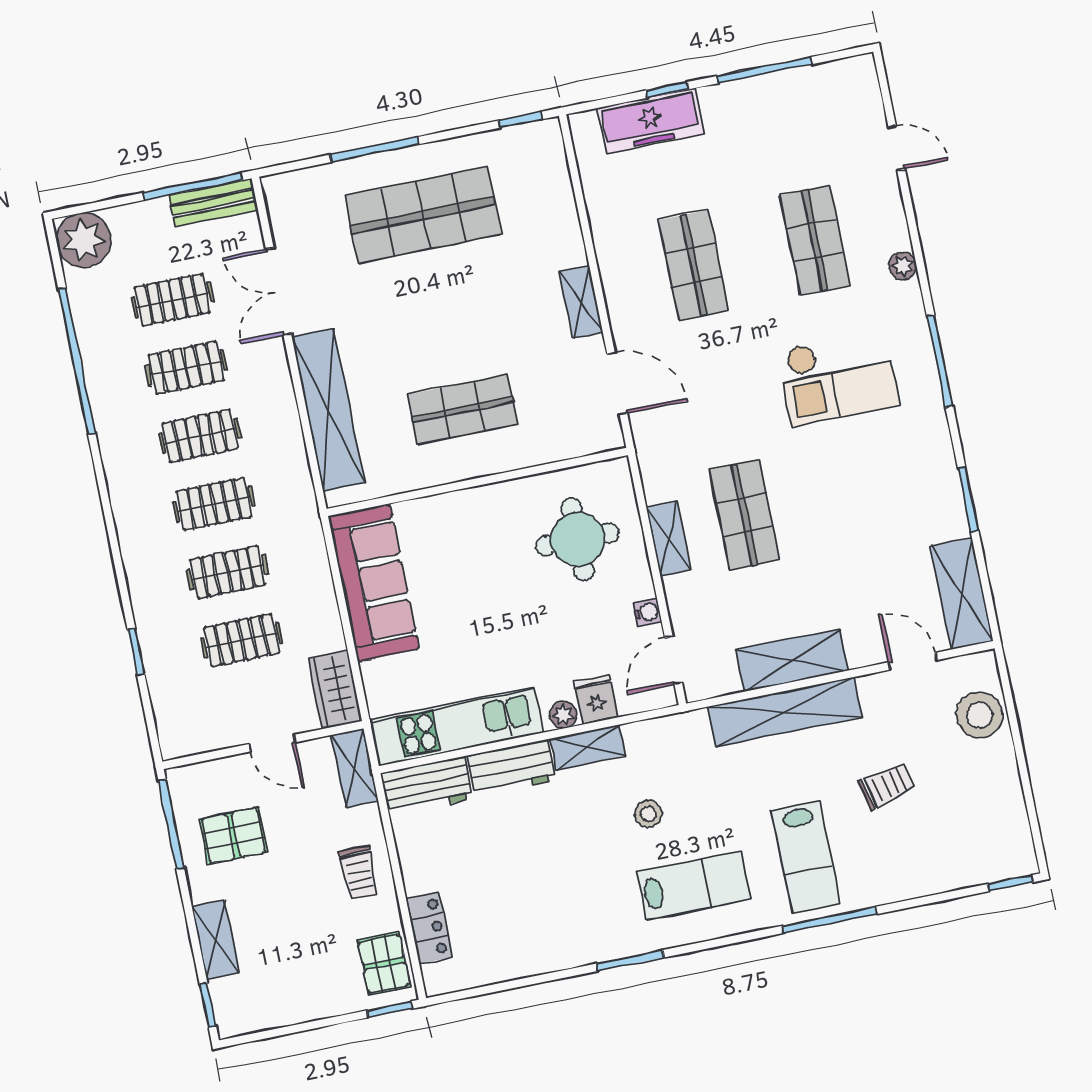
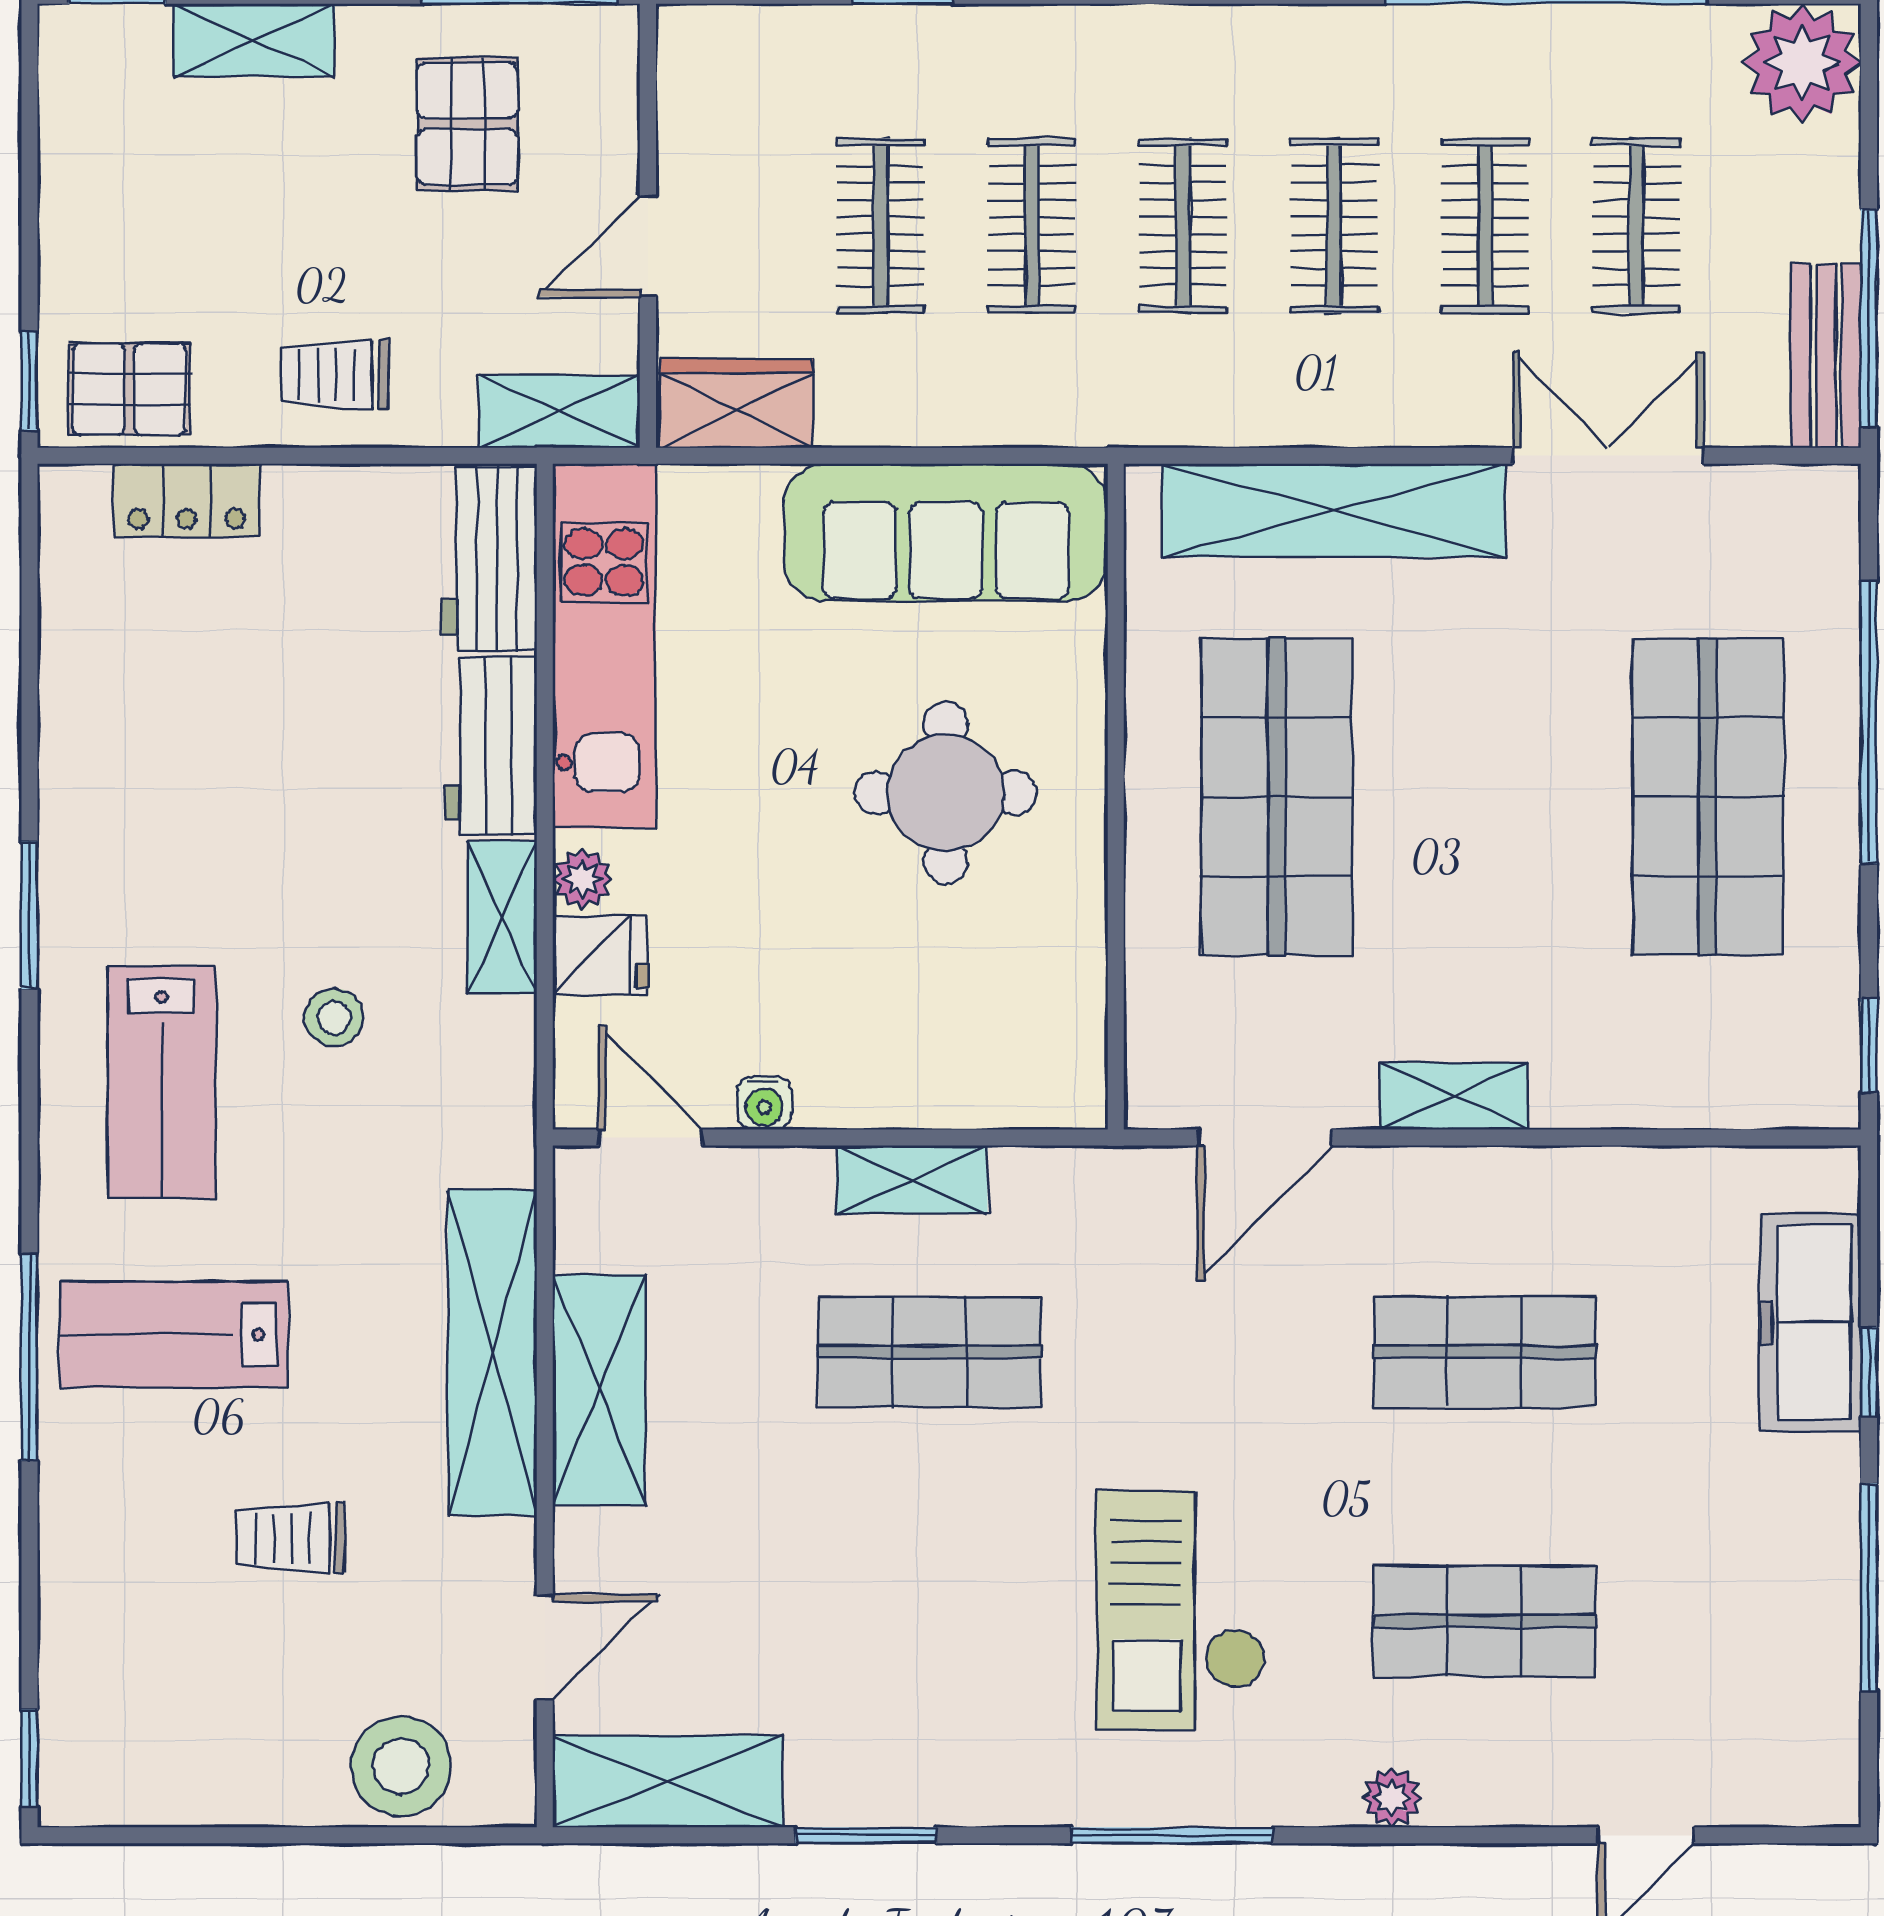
window: (375, 149) -> (1869, 722), width x1.46
shop shelf: (462, 409) -> (1277, 797), width x1.43, depth x1.36
round table: (578, 539) -> (946, 793), moved
trolley: (887, 786) -> (290, 1538), turned 103

